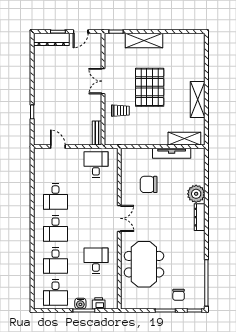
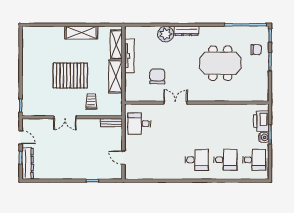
shelving: (144, 40) -> (116, 77), moved
door: (58, 147) -> (123, 158), hinge flipped
chair: (149, 184) -> (157, 76), turned 180
desk: (55, 196) -> (168, 160), removed
double door: (119, 218) -> (176, 103), moved
desk: (96, 261) -> (225, 124), removed
meeting table: (144, 264) -> (220, 63), moved
printer: (99, 303) -> (261, 121), width x1.87, depth x1.48

